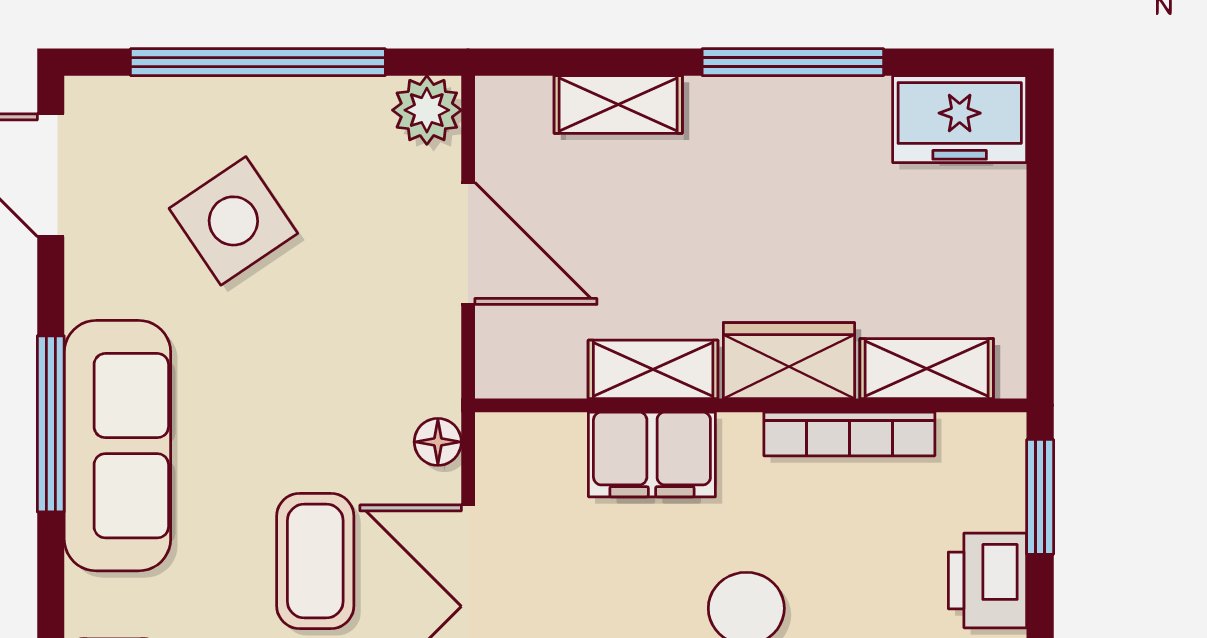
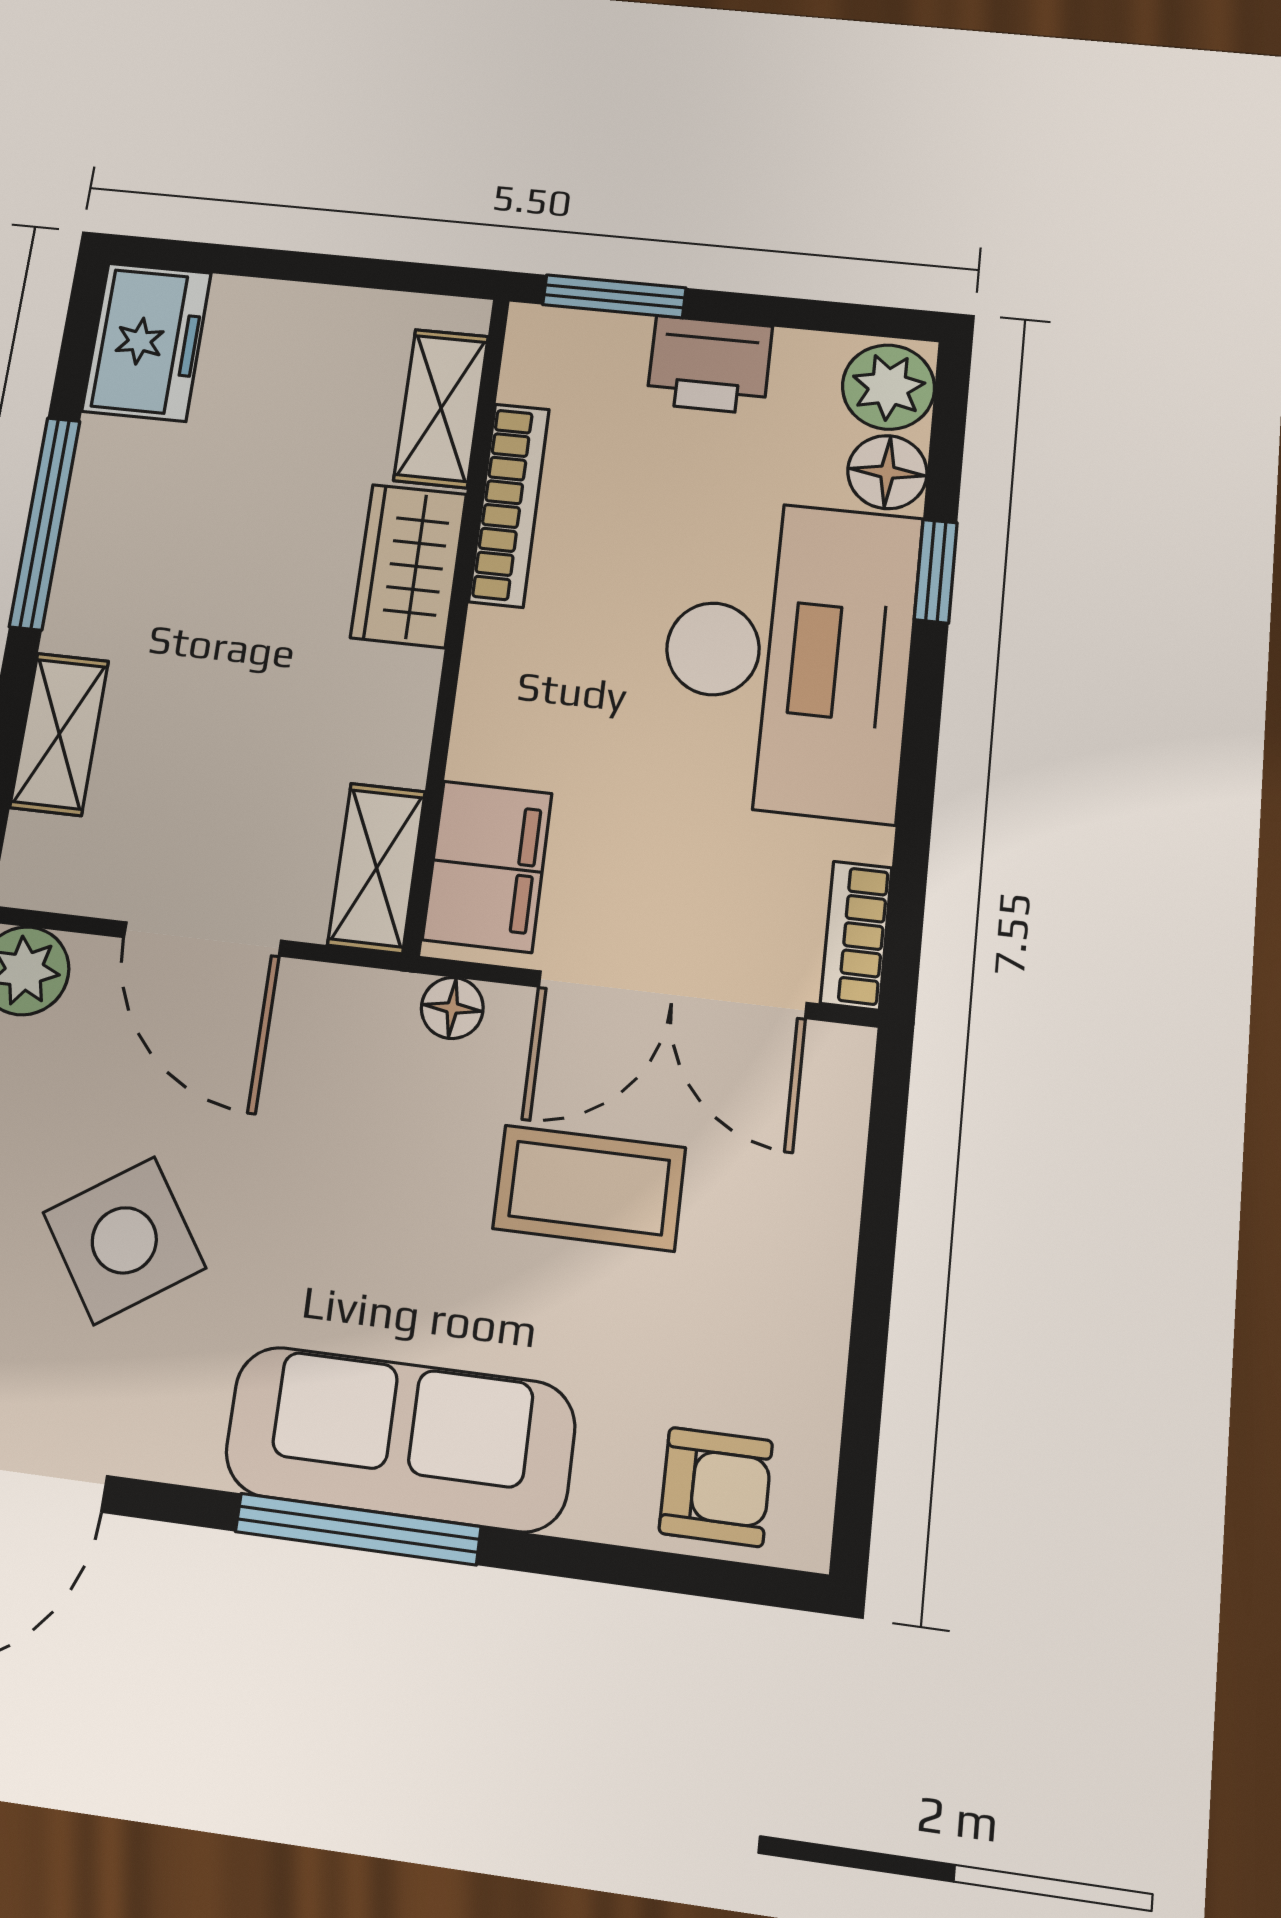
door: (468, 243) -> (202, 939), swing flipped
shelving: (653, 369) -> (377, 868), moved
filing cabinet: (652, 454) -> (487, 866), moved

